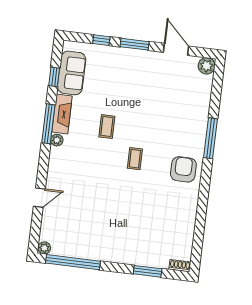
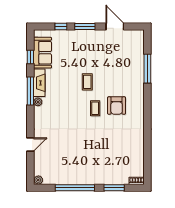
plant: (207, 66) -> (138, 36), removed
coffee table: (107, 127) -> (87, 82), moved
window: (210, 138) -> (147, 69), moved
armchair: (183, 169) -> (117, 106), moved, turned 180
window: (73, 262) -> (75, 188), moved

